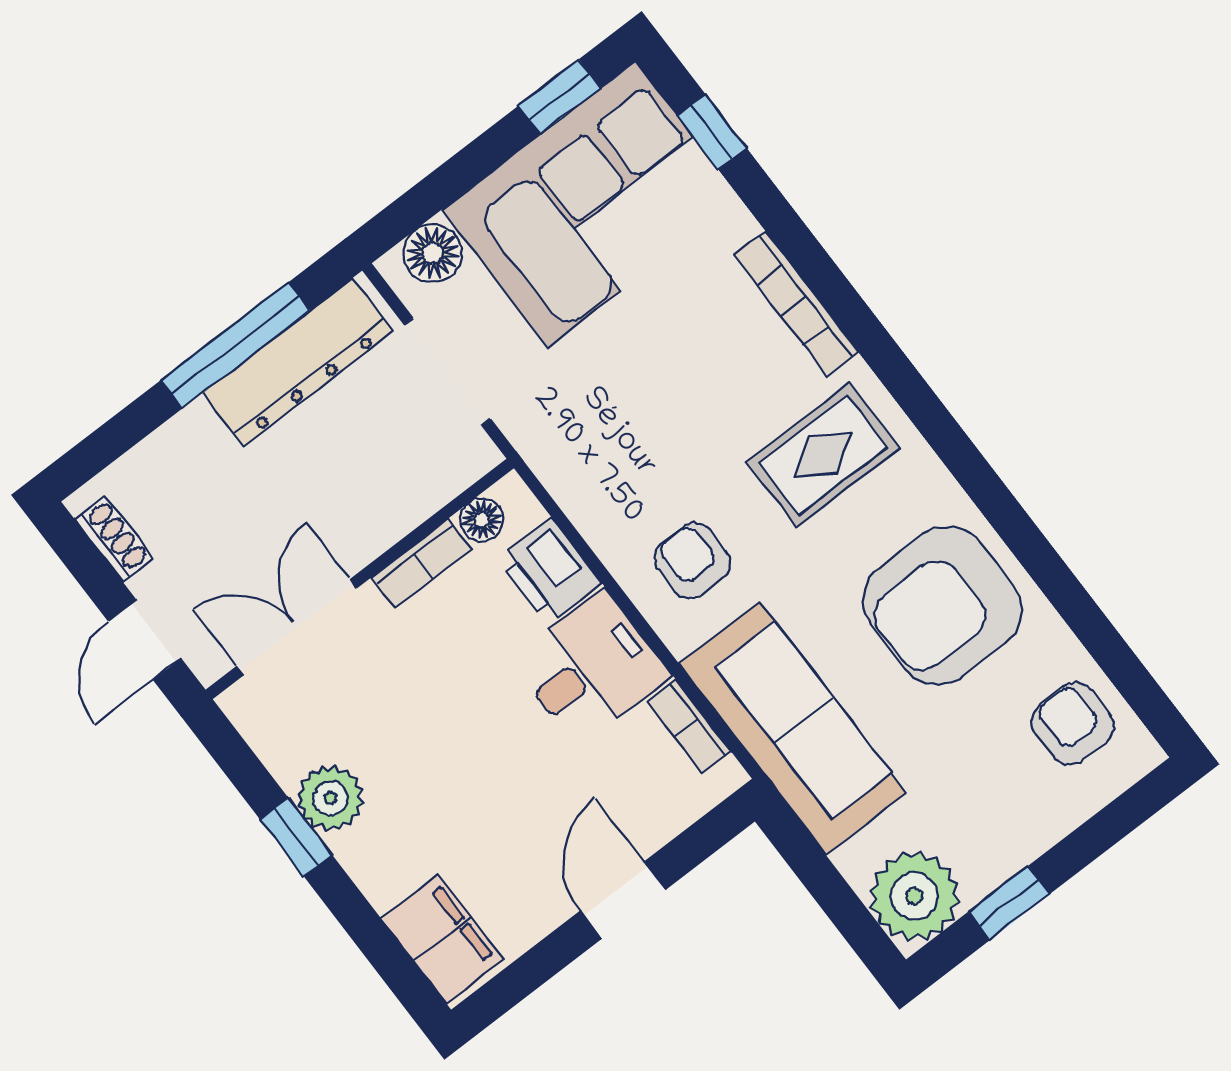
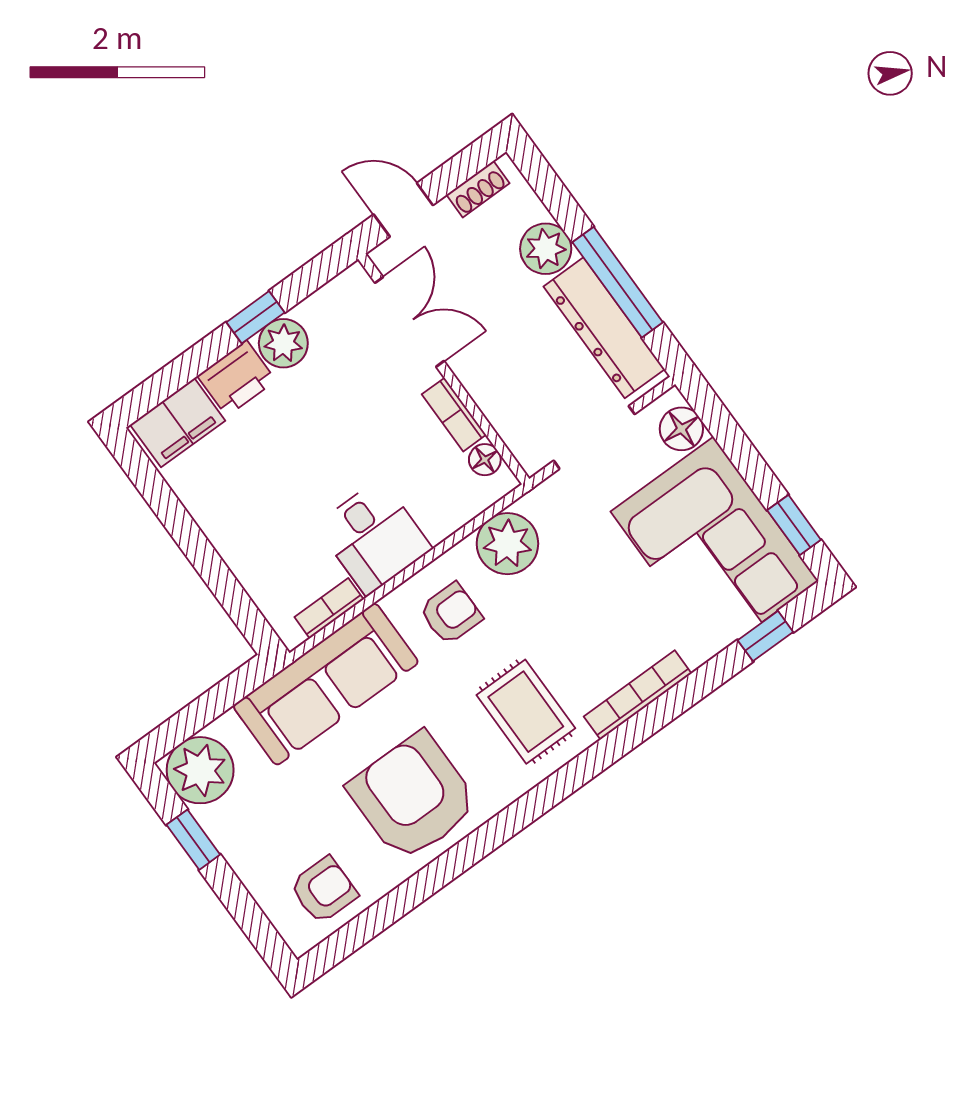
plant: (192, 444) -> (546, 249), added
plant: (595, 486) -> (507, 544), added
printer: (549, 571) -> (237, 378), moved, turned 180
door: (623, 900) -> (203, 556), removed

